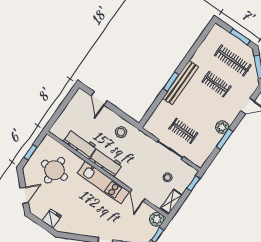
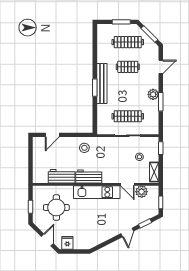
door: (99, 98) -> (52, 135), hinge flipped
clothes rail: (183, 131) -> (128, 116), width x1.36
fridge: (52, 218) -> (67, 243), moved
plant: (157, 219) -> (142, 192), moved

